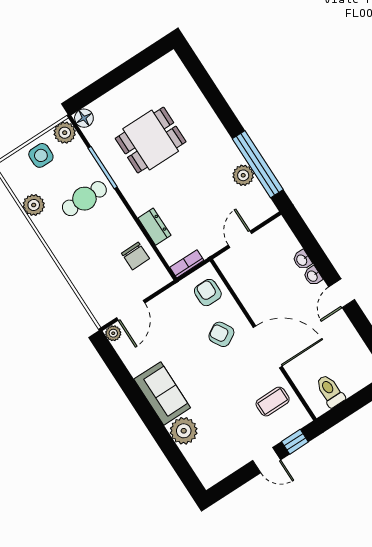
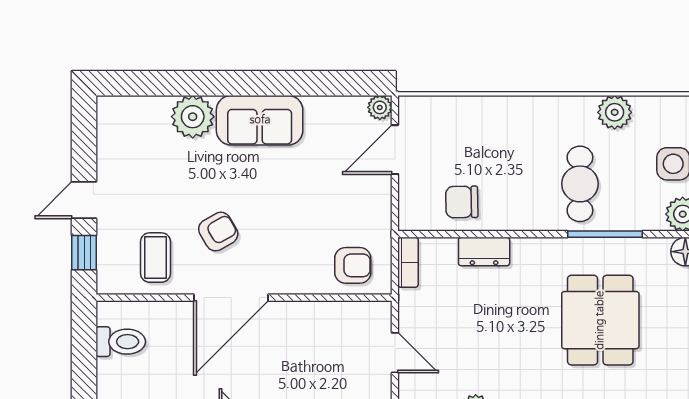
door: (131, 310) -> (395, 150), hinge flipped
armchair: (221, 334) -> (218, 232), moved

